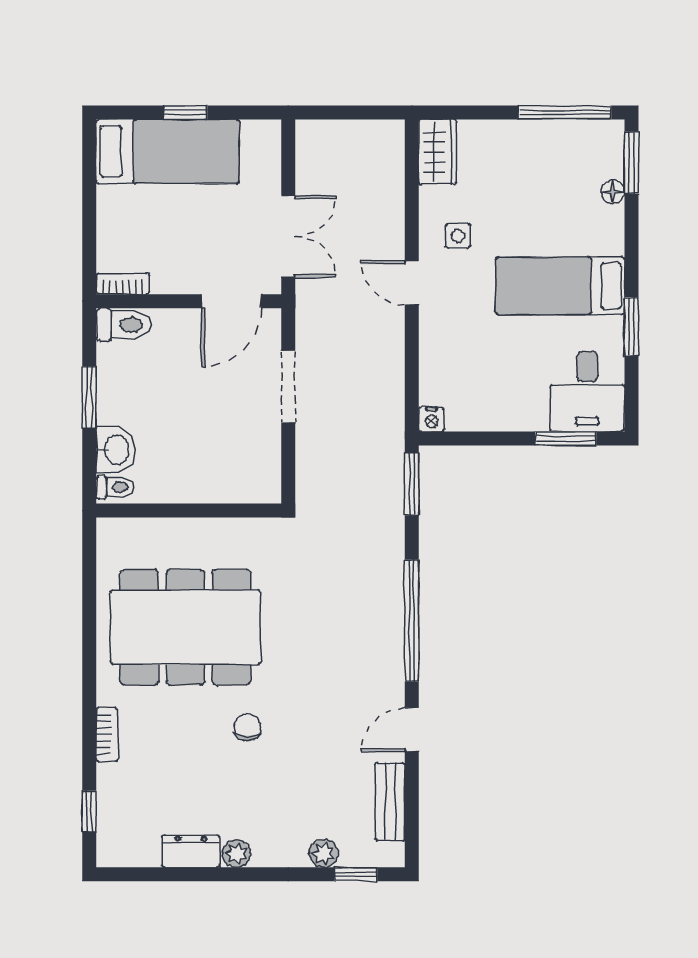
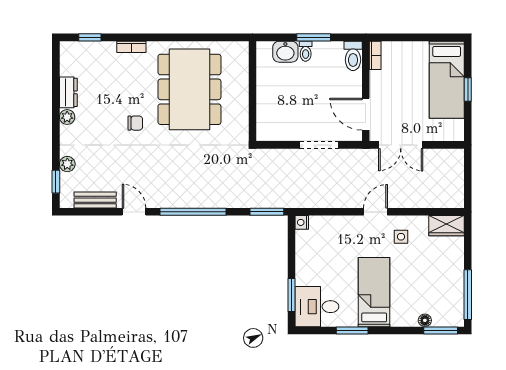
toilet: (115, 487) -> (306, 51), moved

